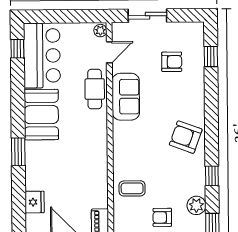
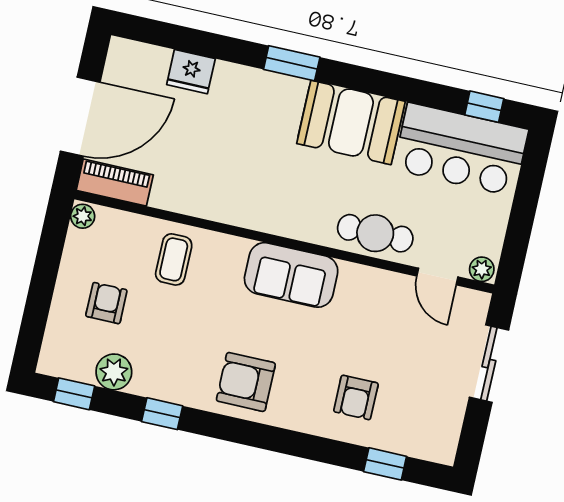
armchair: (172, 62) -> (356, 397), moved
sofa: (126, 97) -> (291, 275), moved
armchair: (186, 137) -> (246, 382), turned -110

